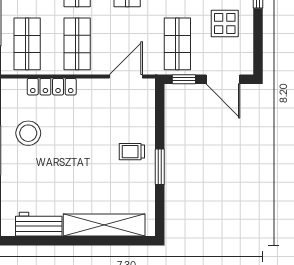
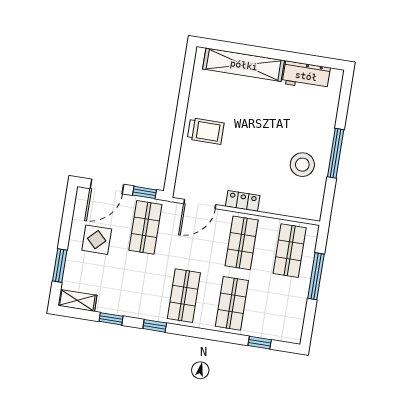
door: (223, 79) -> (107, 186), swing flipped
locker: (52, 87) -> (243, 201), moved, width x0.66
trolley: (132, 152) -> (206, 131), width x1.36, depth x1.39
window: (160, 167) -> (181, 112), removed

